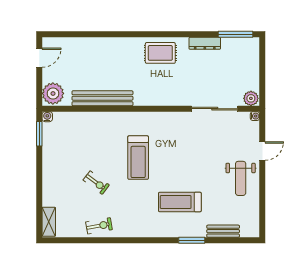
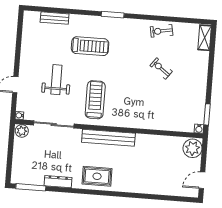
bench: (102, 98) -> (108, 138), moved
treadmill: (138, 158) -> (95, 100), moved
weight bench: (241, 178) -> (56, 80), moved
window: (192, 240) -> (113, 15), moved

